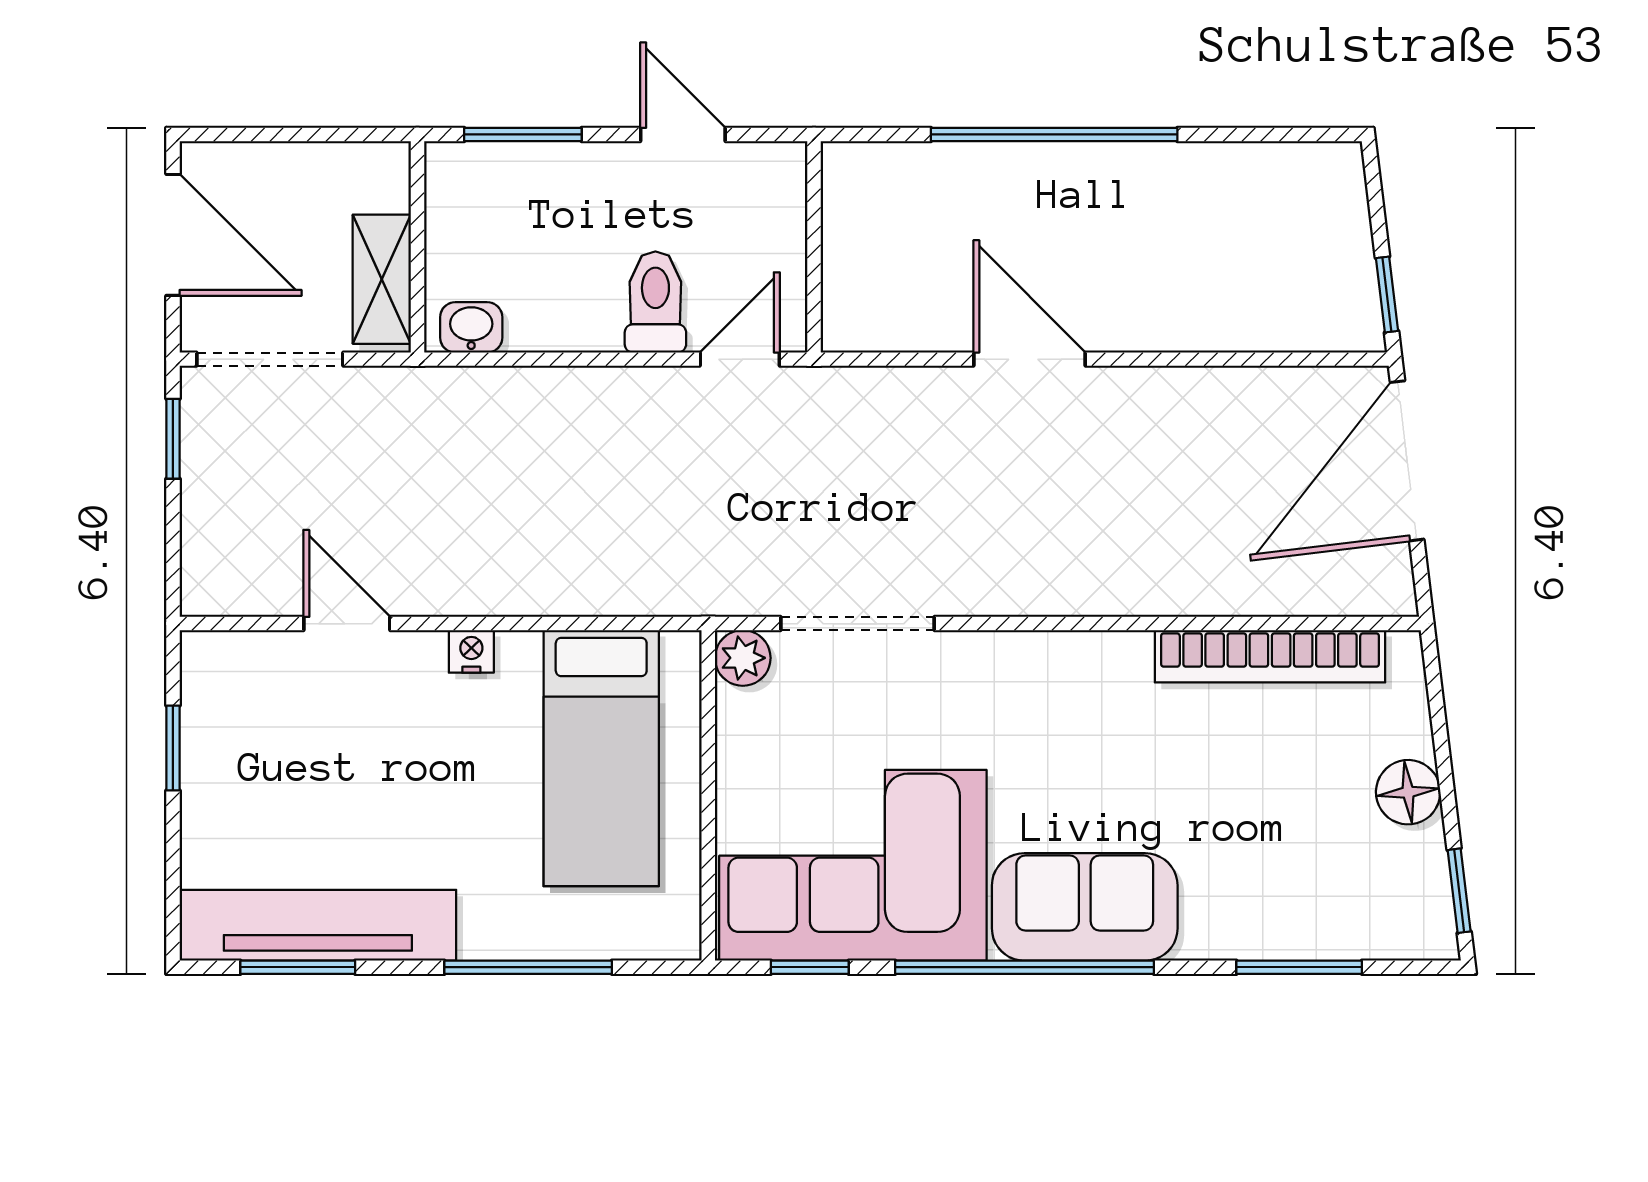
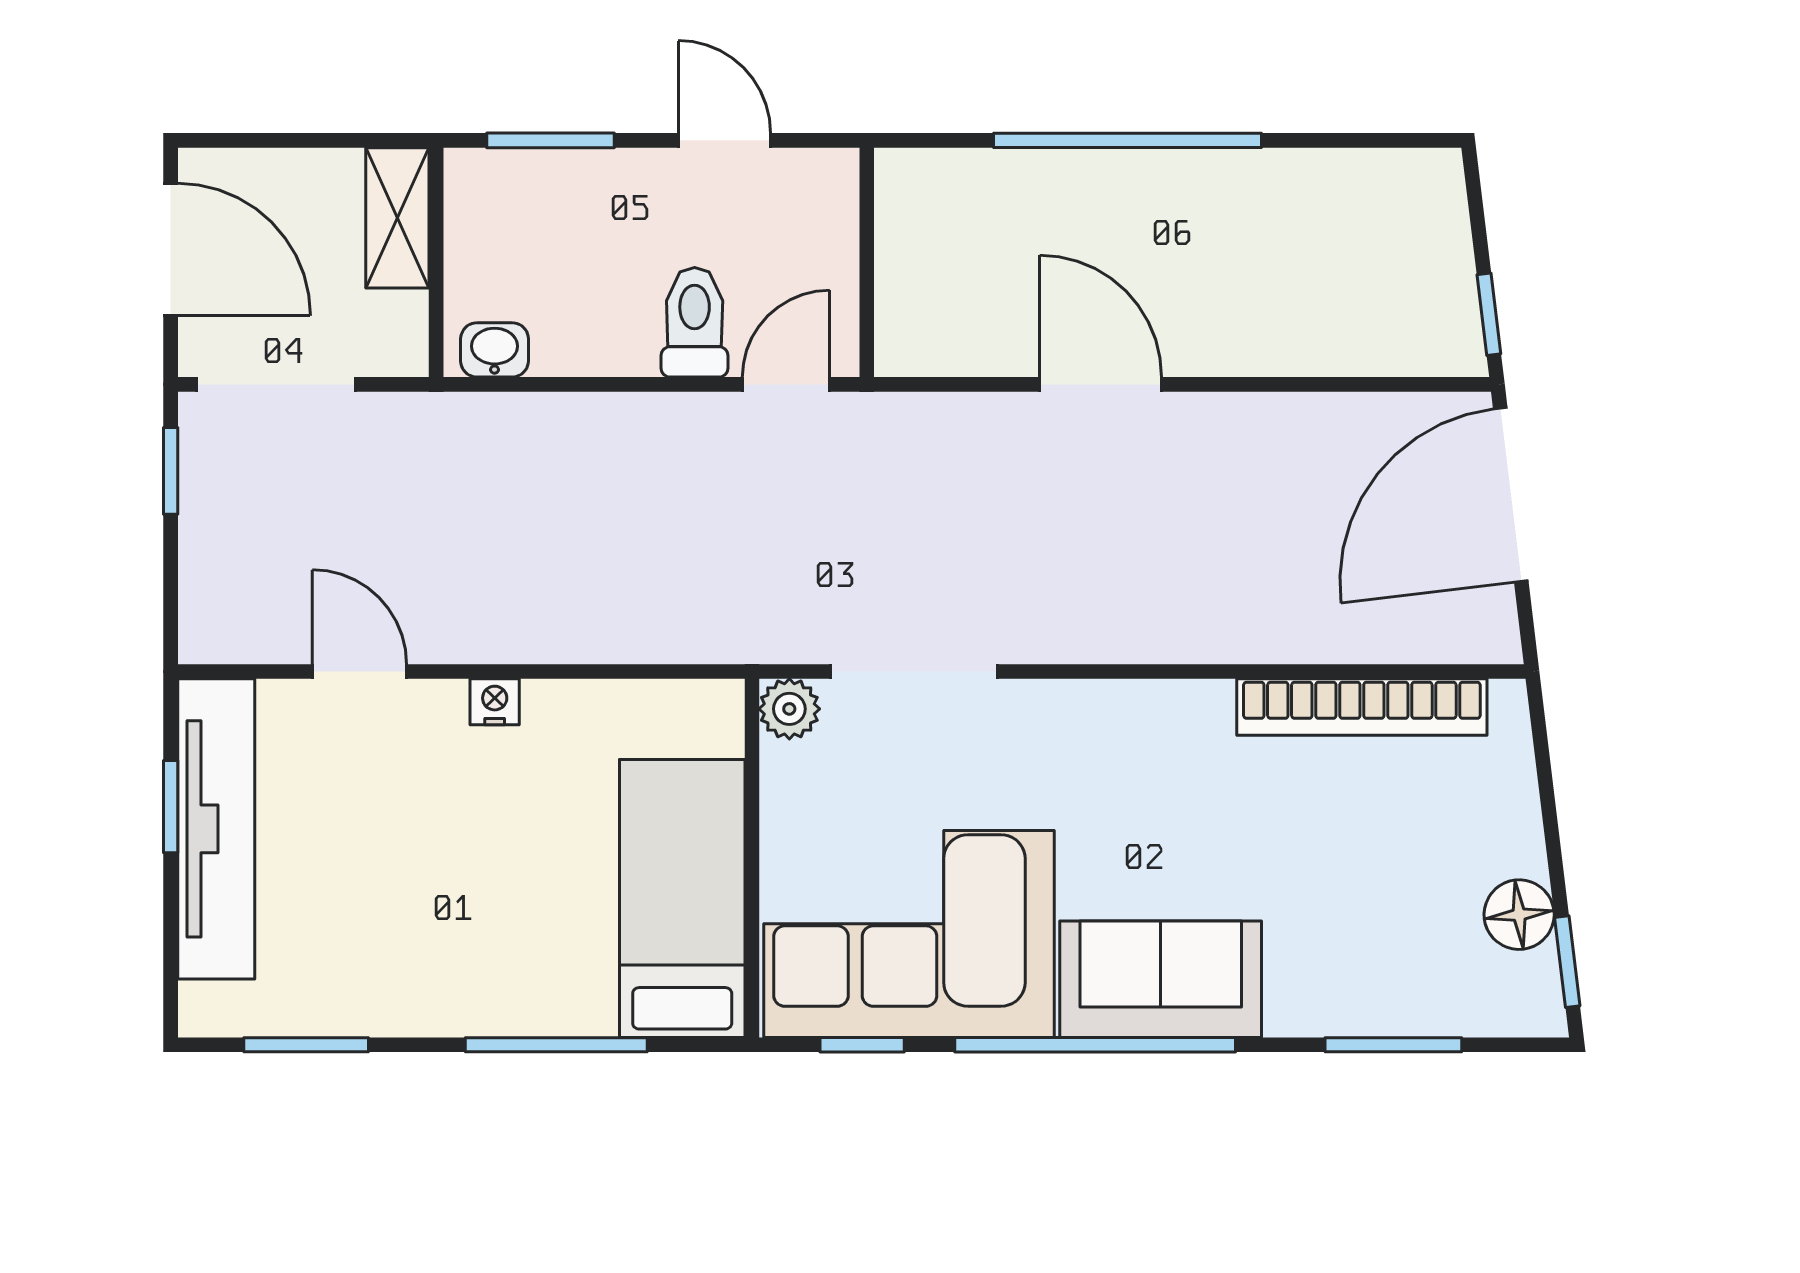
shelving: (382, 279) -> (397, 218), moved
bed: (601, 758) -> (682, 898), moved, turned 180
floor lamp: (1408, 792) -> (1519, 915), moved
tv unit: (318, 925) -> (216, 829), moved, turned 90

